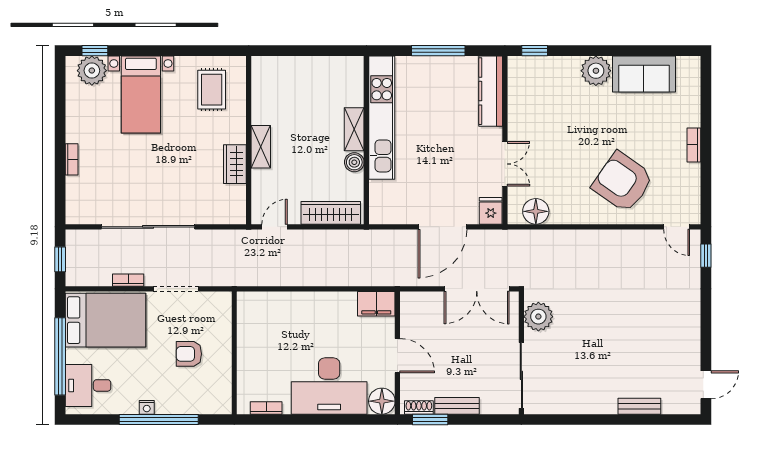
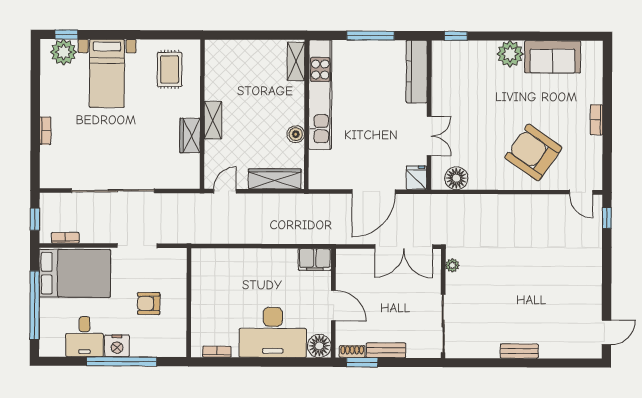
shelving: (354, 129) -> (296, 61), moved
bookcase: (128, 280) -> (65, 238), moved
plant: (538, 317) -> (452, 265), width x0.53, depth x0.53
desk: (88, 385) -> (85, 337), moved, turned -90
bench: (639, 406) -> (519, 351), moved
nightstand: (147, 407) -> (117, 346), width x1.89, depth x1.79

